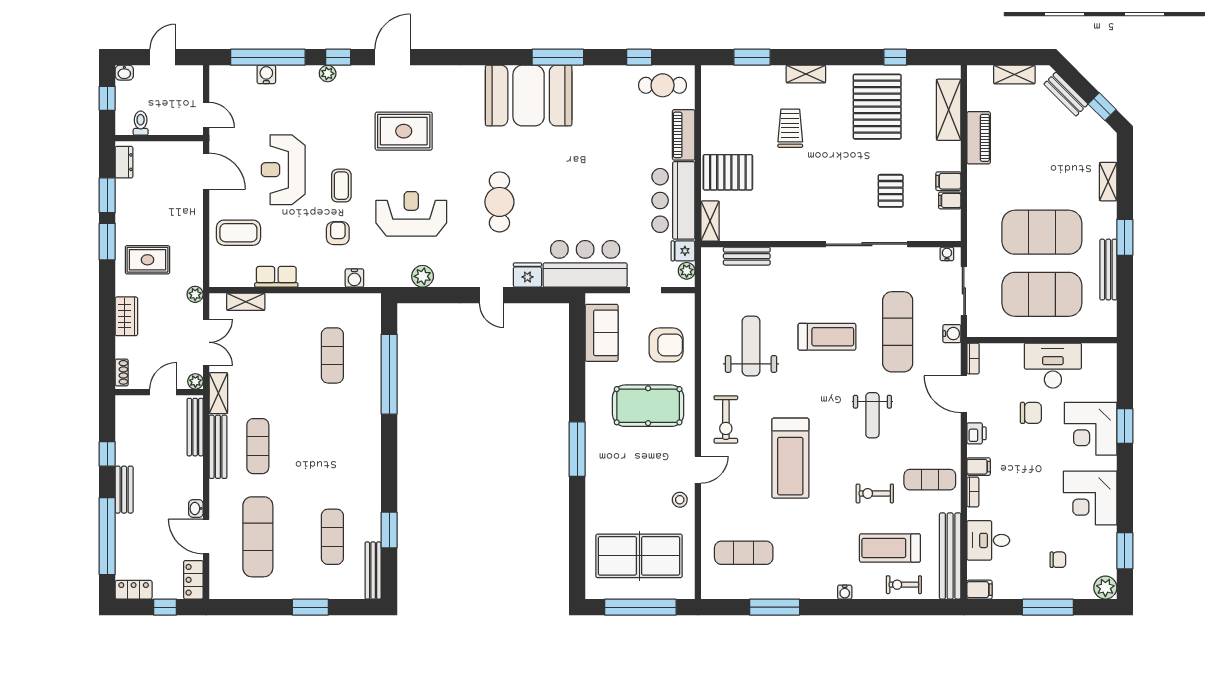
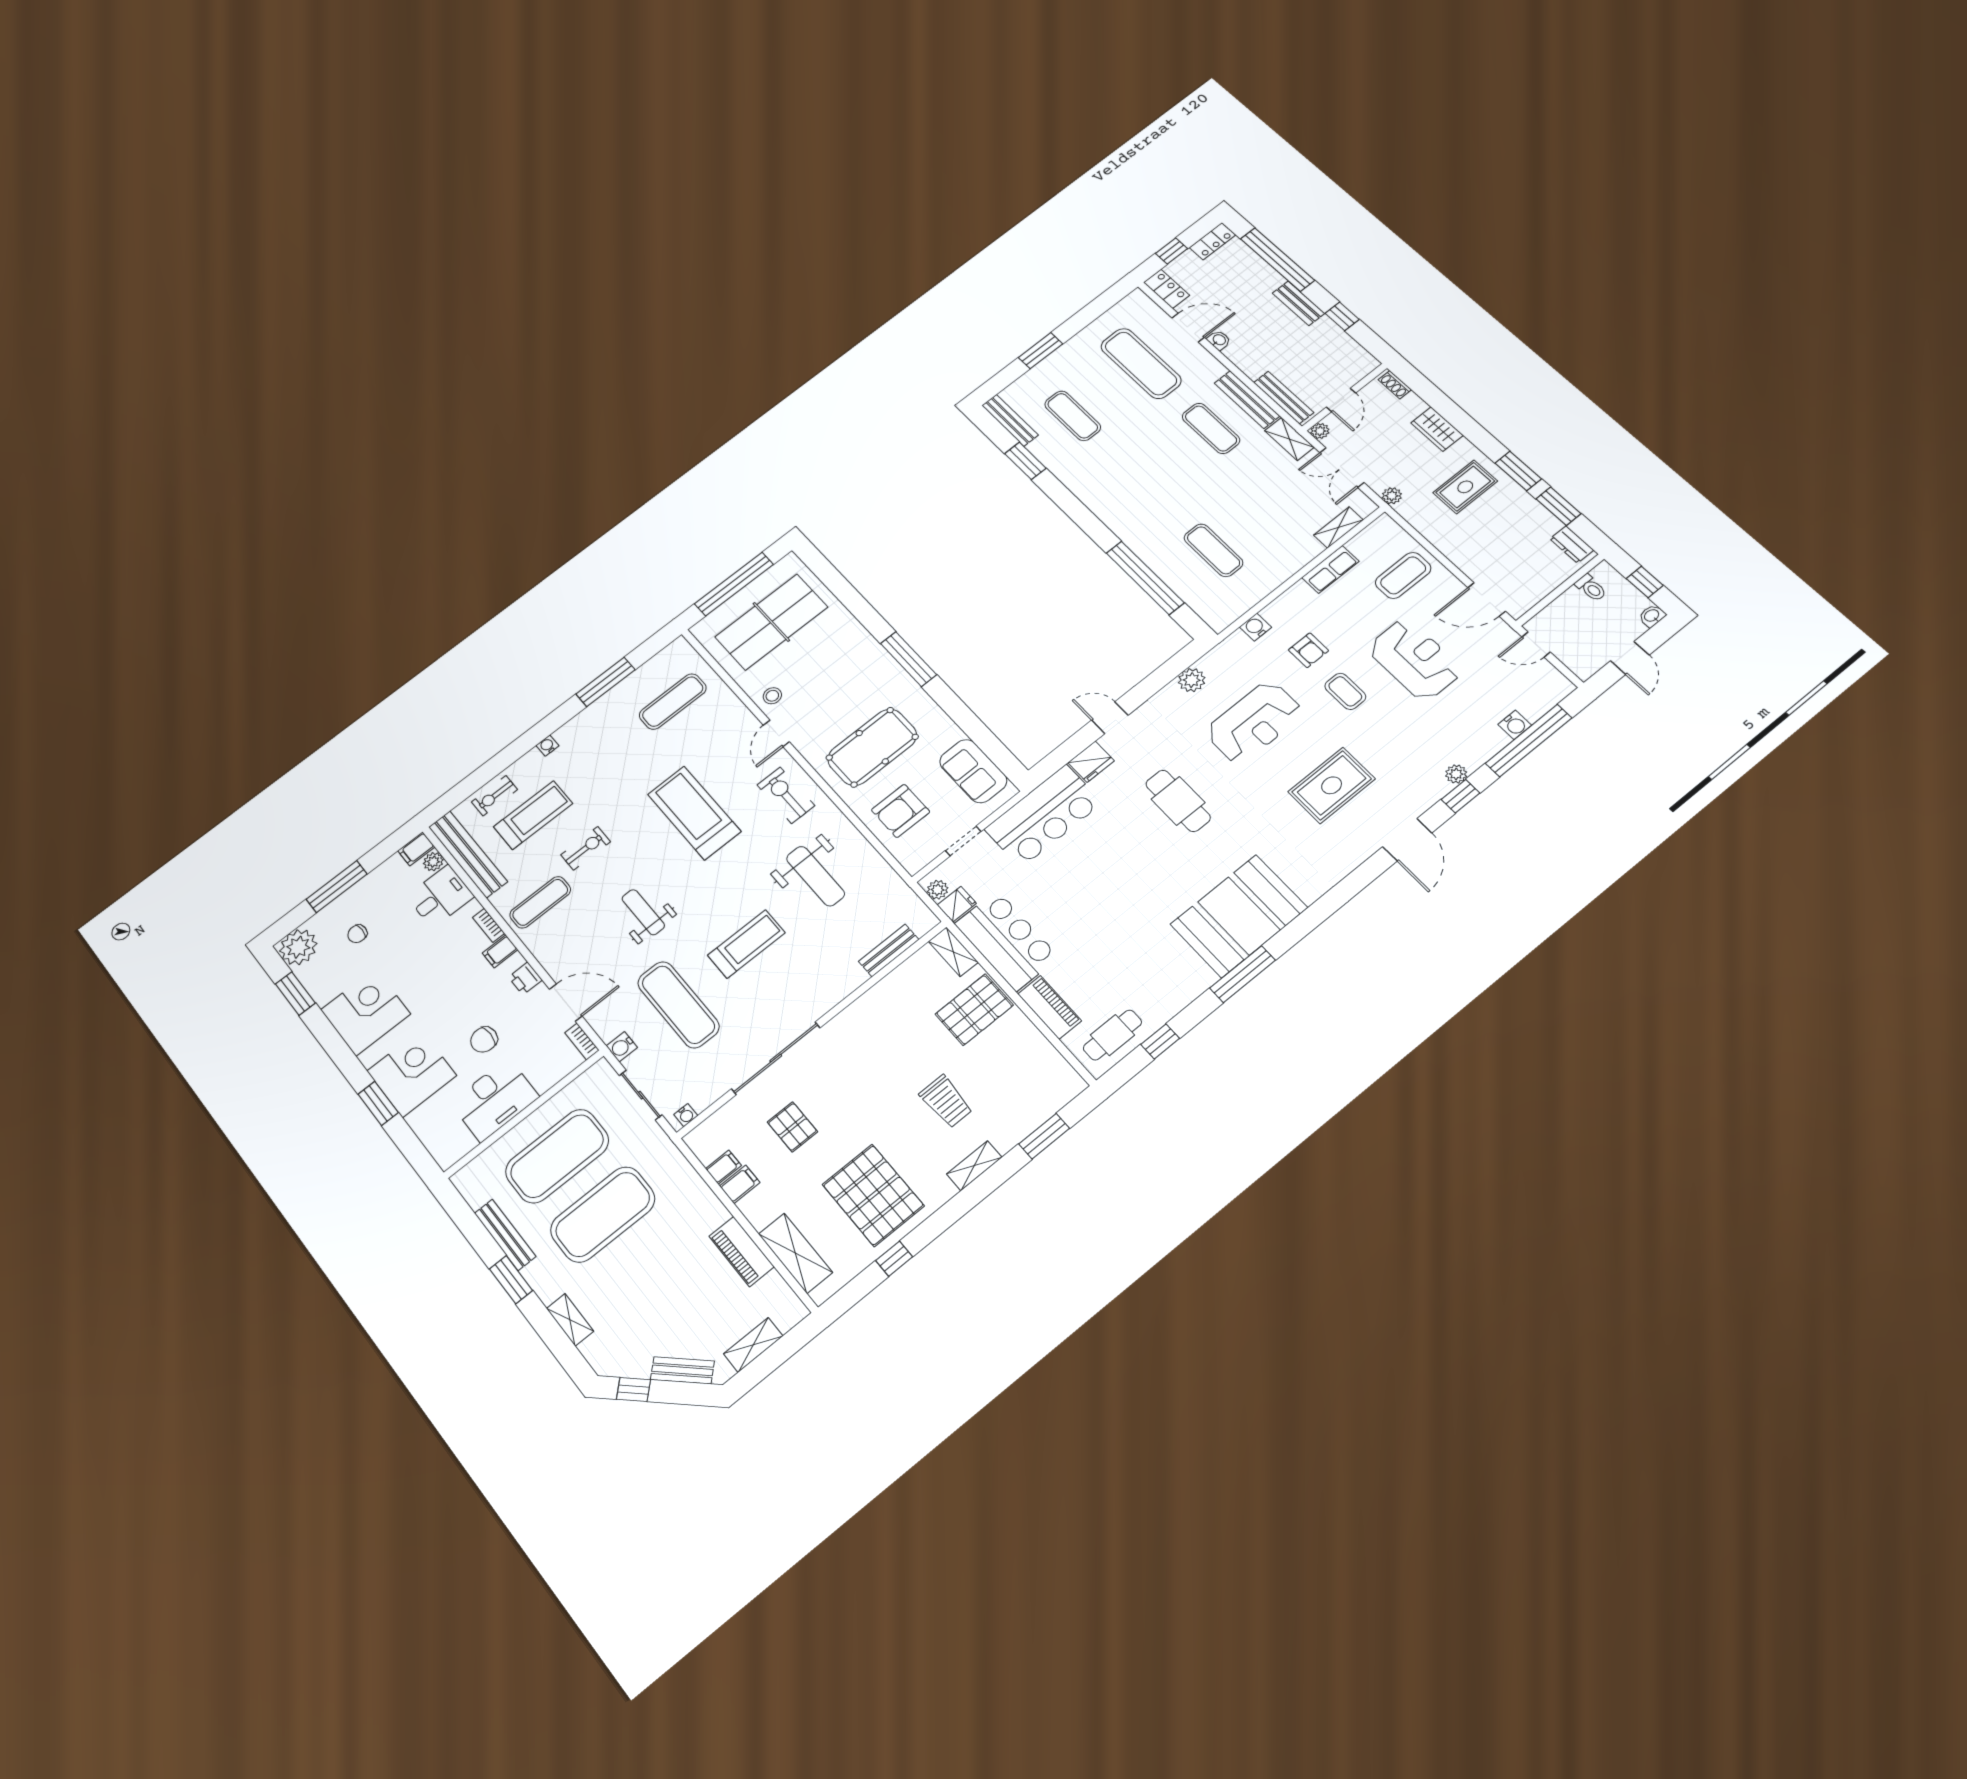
treadmill: (827, 337) -> (746, 944), turned 180
plant: (975, 570) -> (433, 862), added
exercise bike: (904, 585) -> (495, 796), turned 180
plant: (1105, 588) -> (298, 947), width x1.36, depth x1.36

